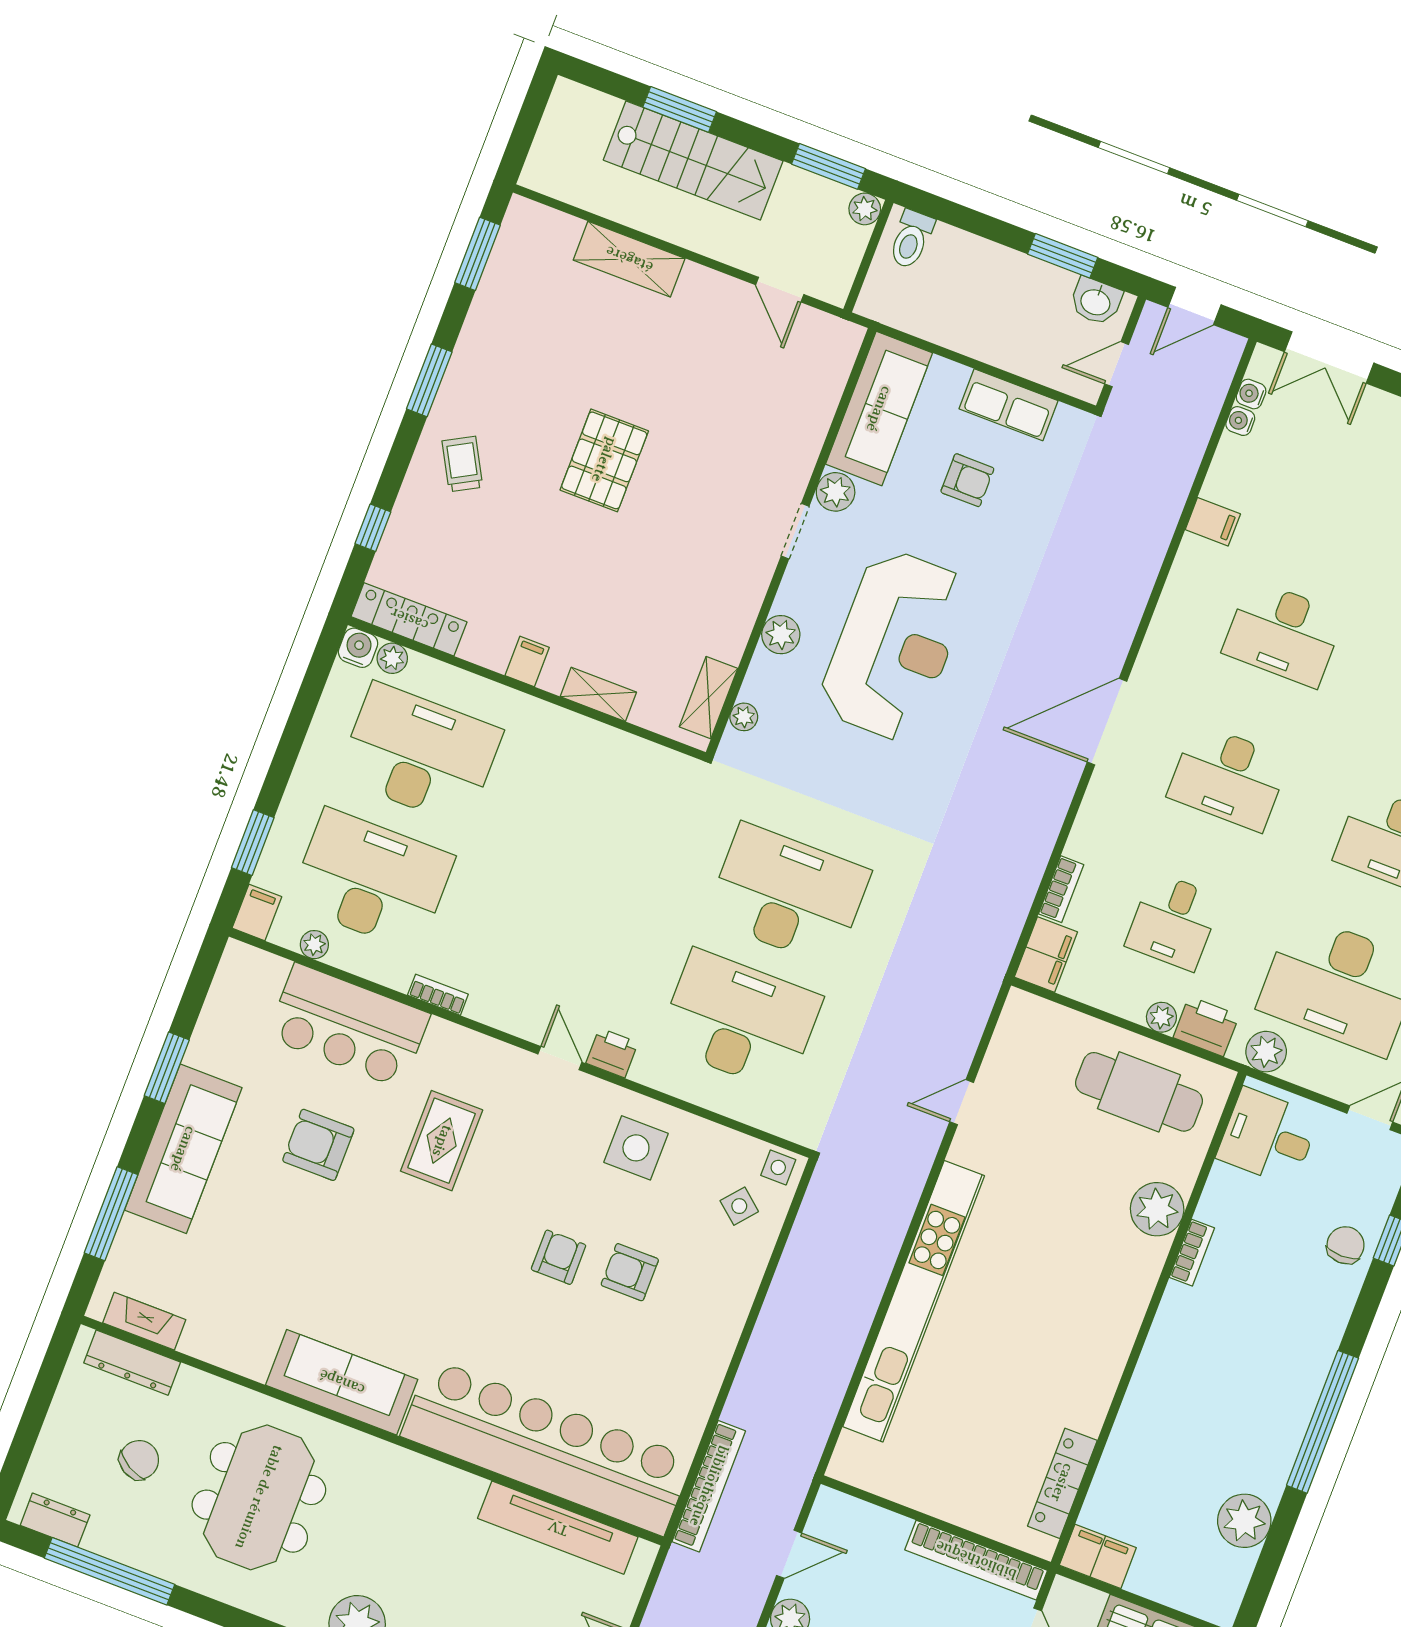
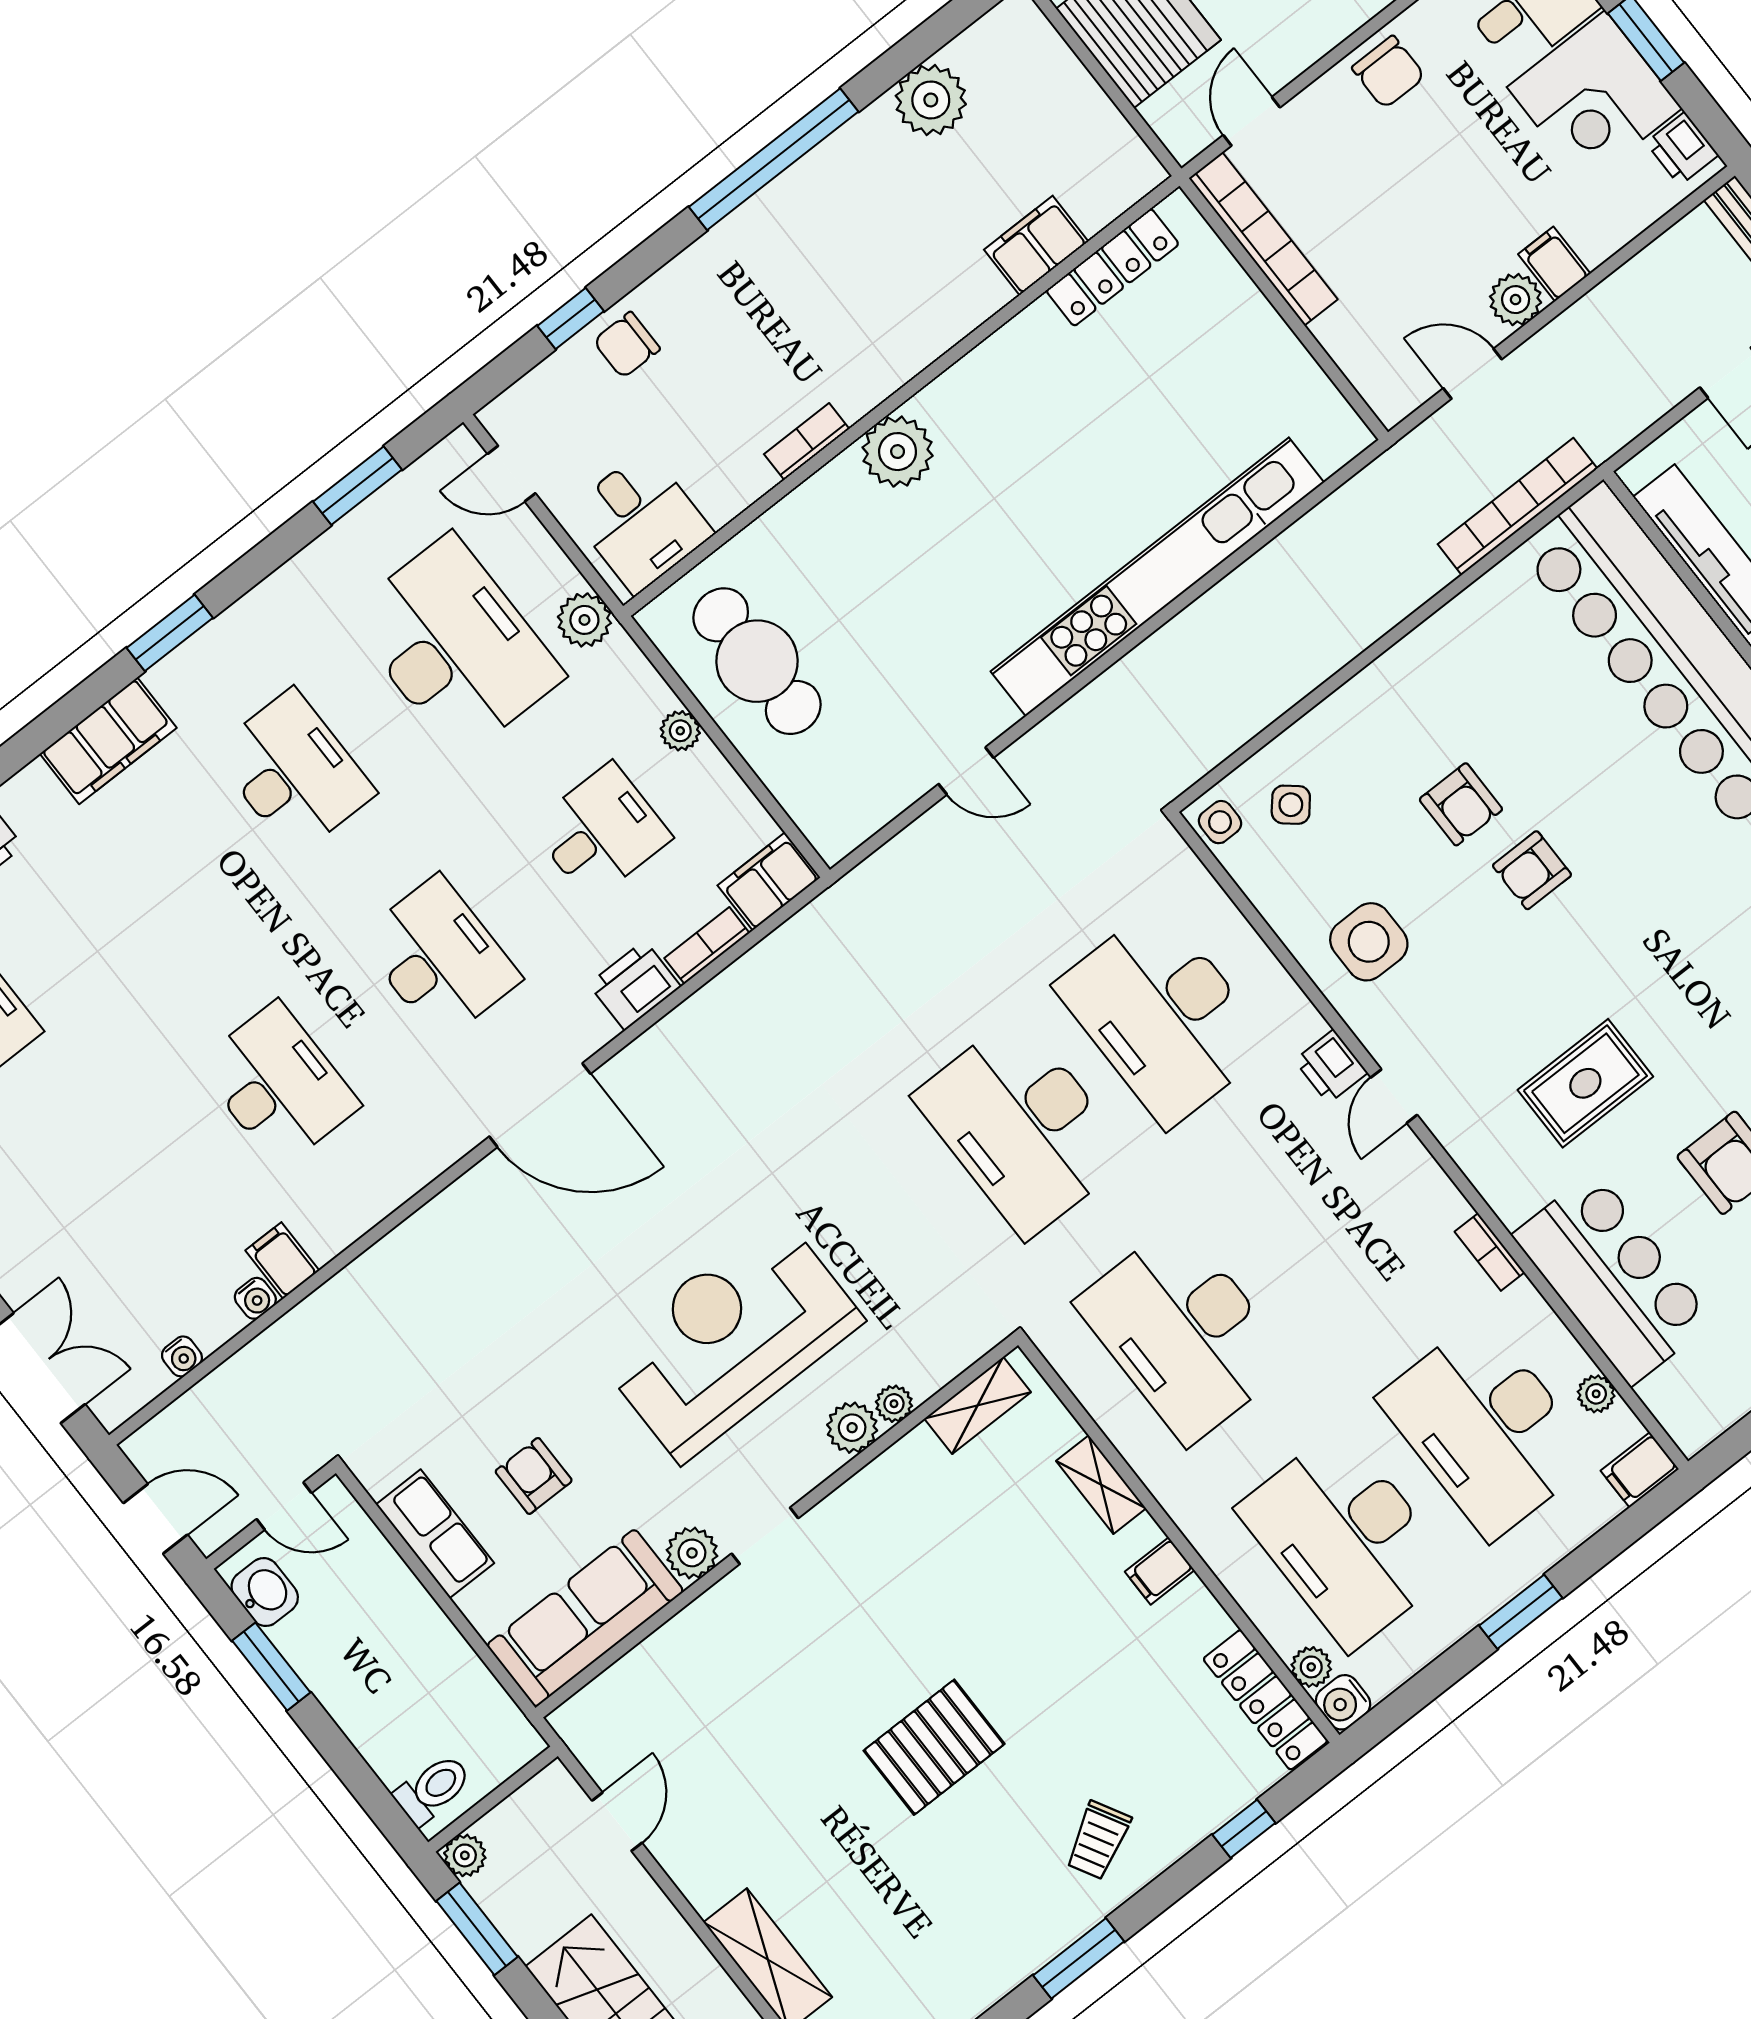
water cooler: (1251, 394) -> (255, 1298), moved
plant: (744, 717) -> (894, 1404), moved
desk: (604, 824) -> (1184, 1333), added
window: (253, 843) -> (1521, 1612), moved
printer: (1206, 1026) -> (635, 985), moved, turned 90
plant: (1157, 1209) -> (898, 452), moved
filing cabinet: (1098, 1556) -> (1036, 246), moved, turned 90

